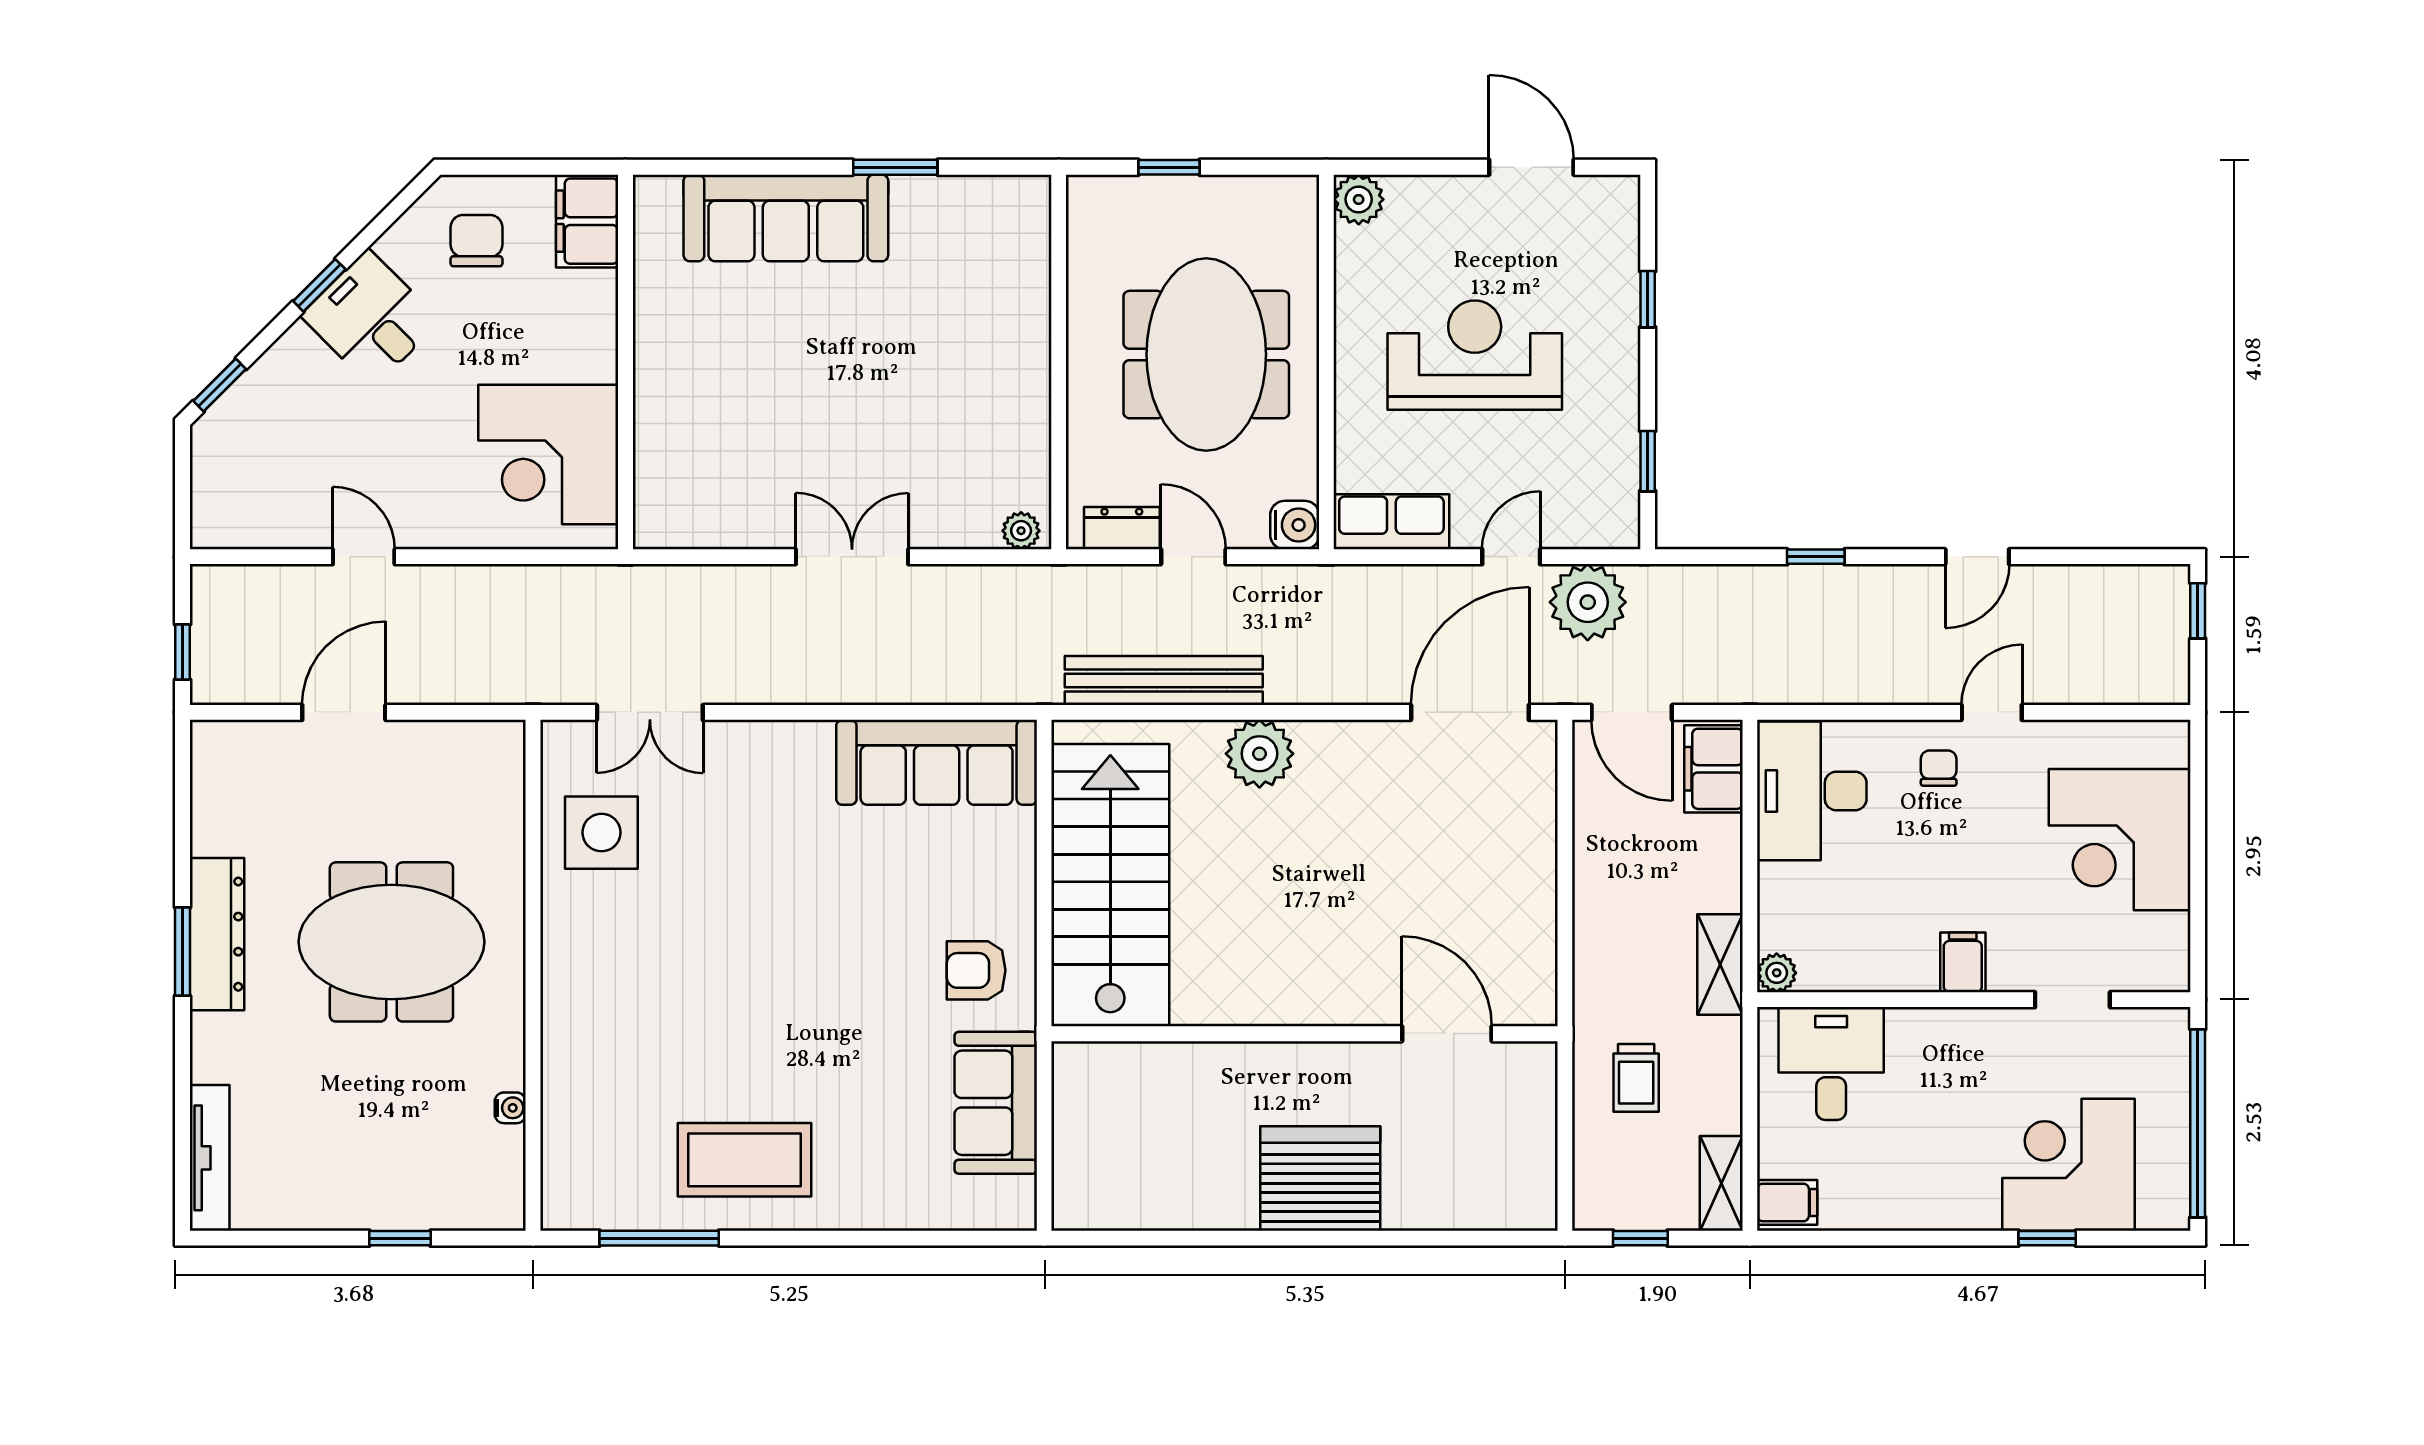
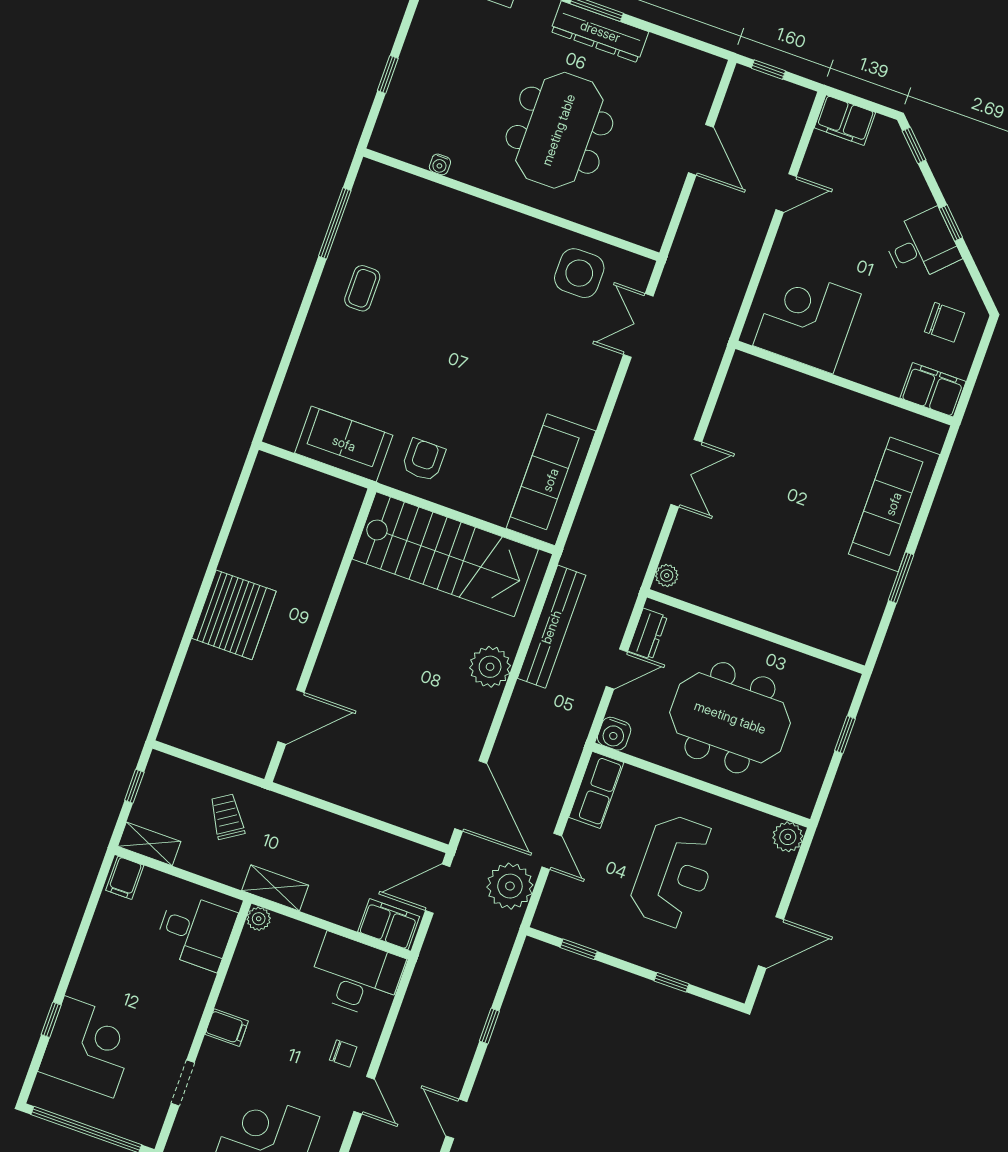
filing cabinet: (219, 506) -> (845, 120), added
trolley: (1636, 1078) -> (227, 817), turned 57
coffee table: (744, 1160) -> (362, 288), width x0.54, depth x0.58

